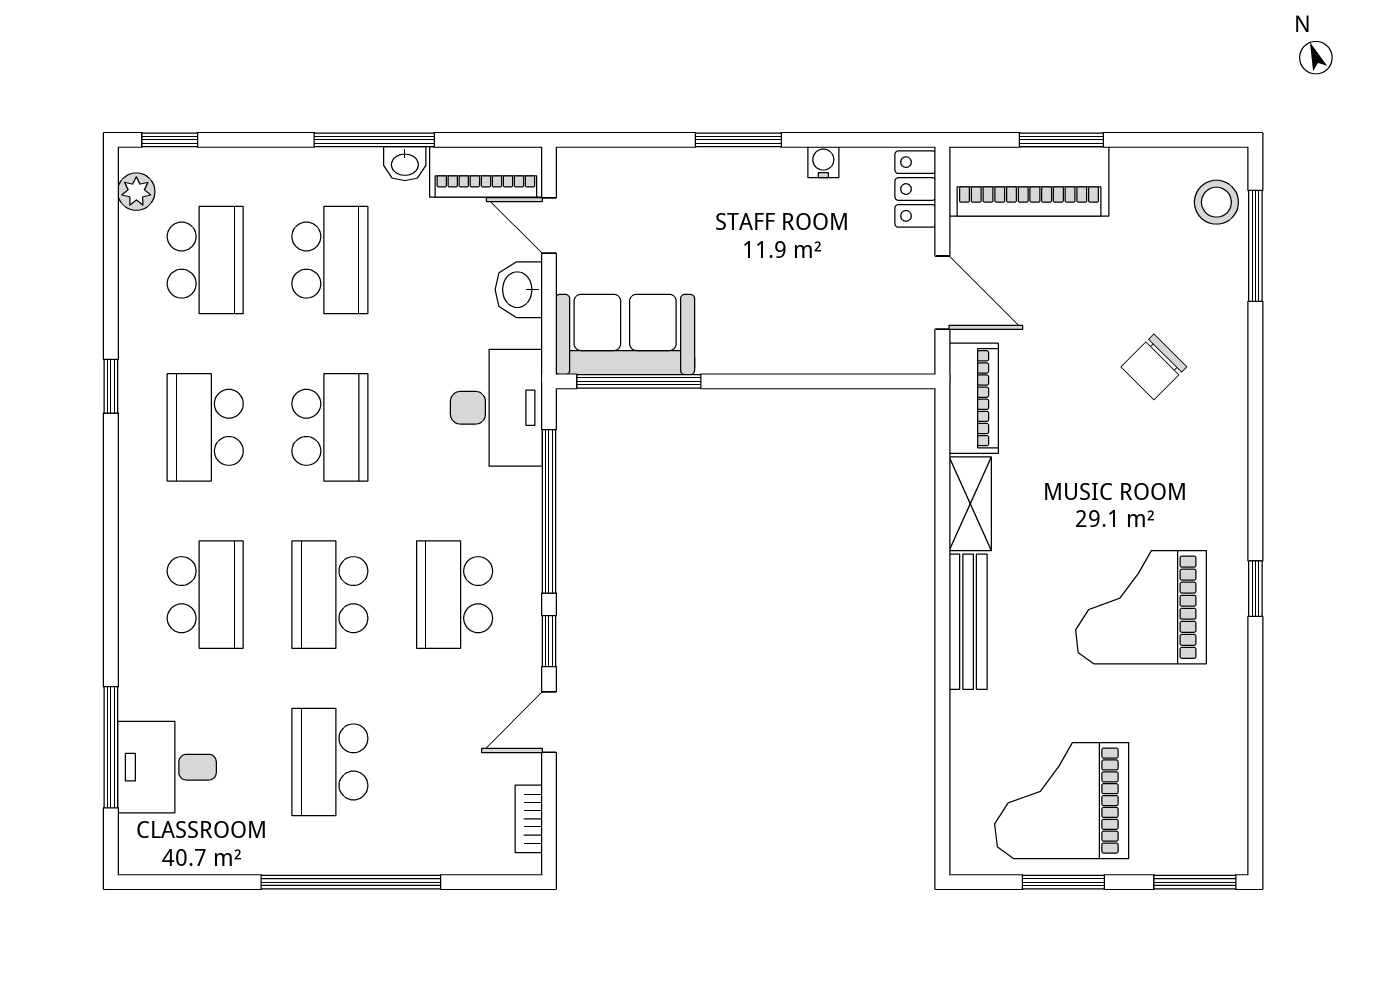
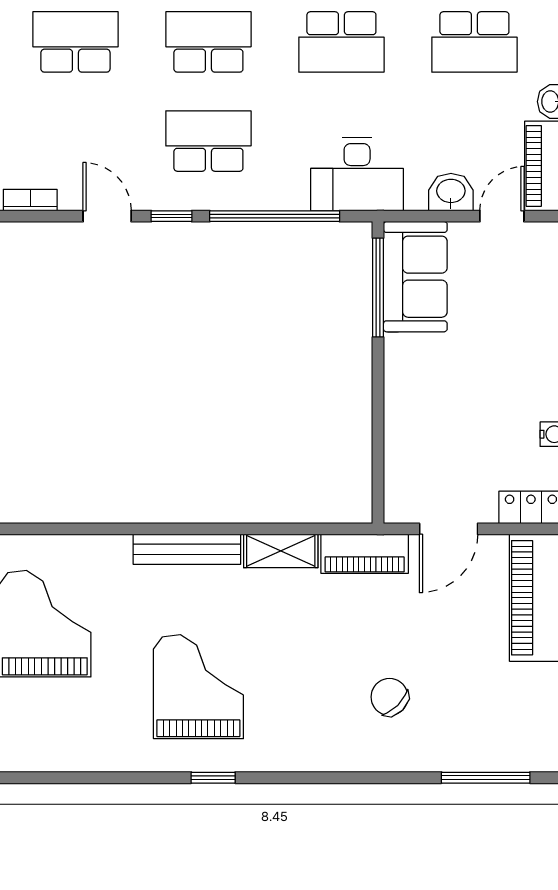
stool: (1216, 202) -> (520, 747), removed

